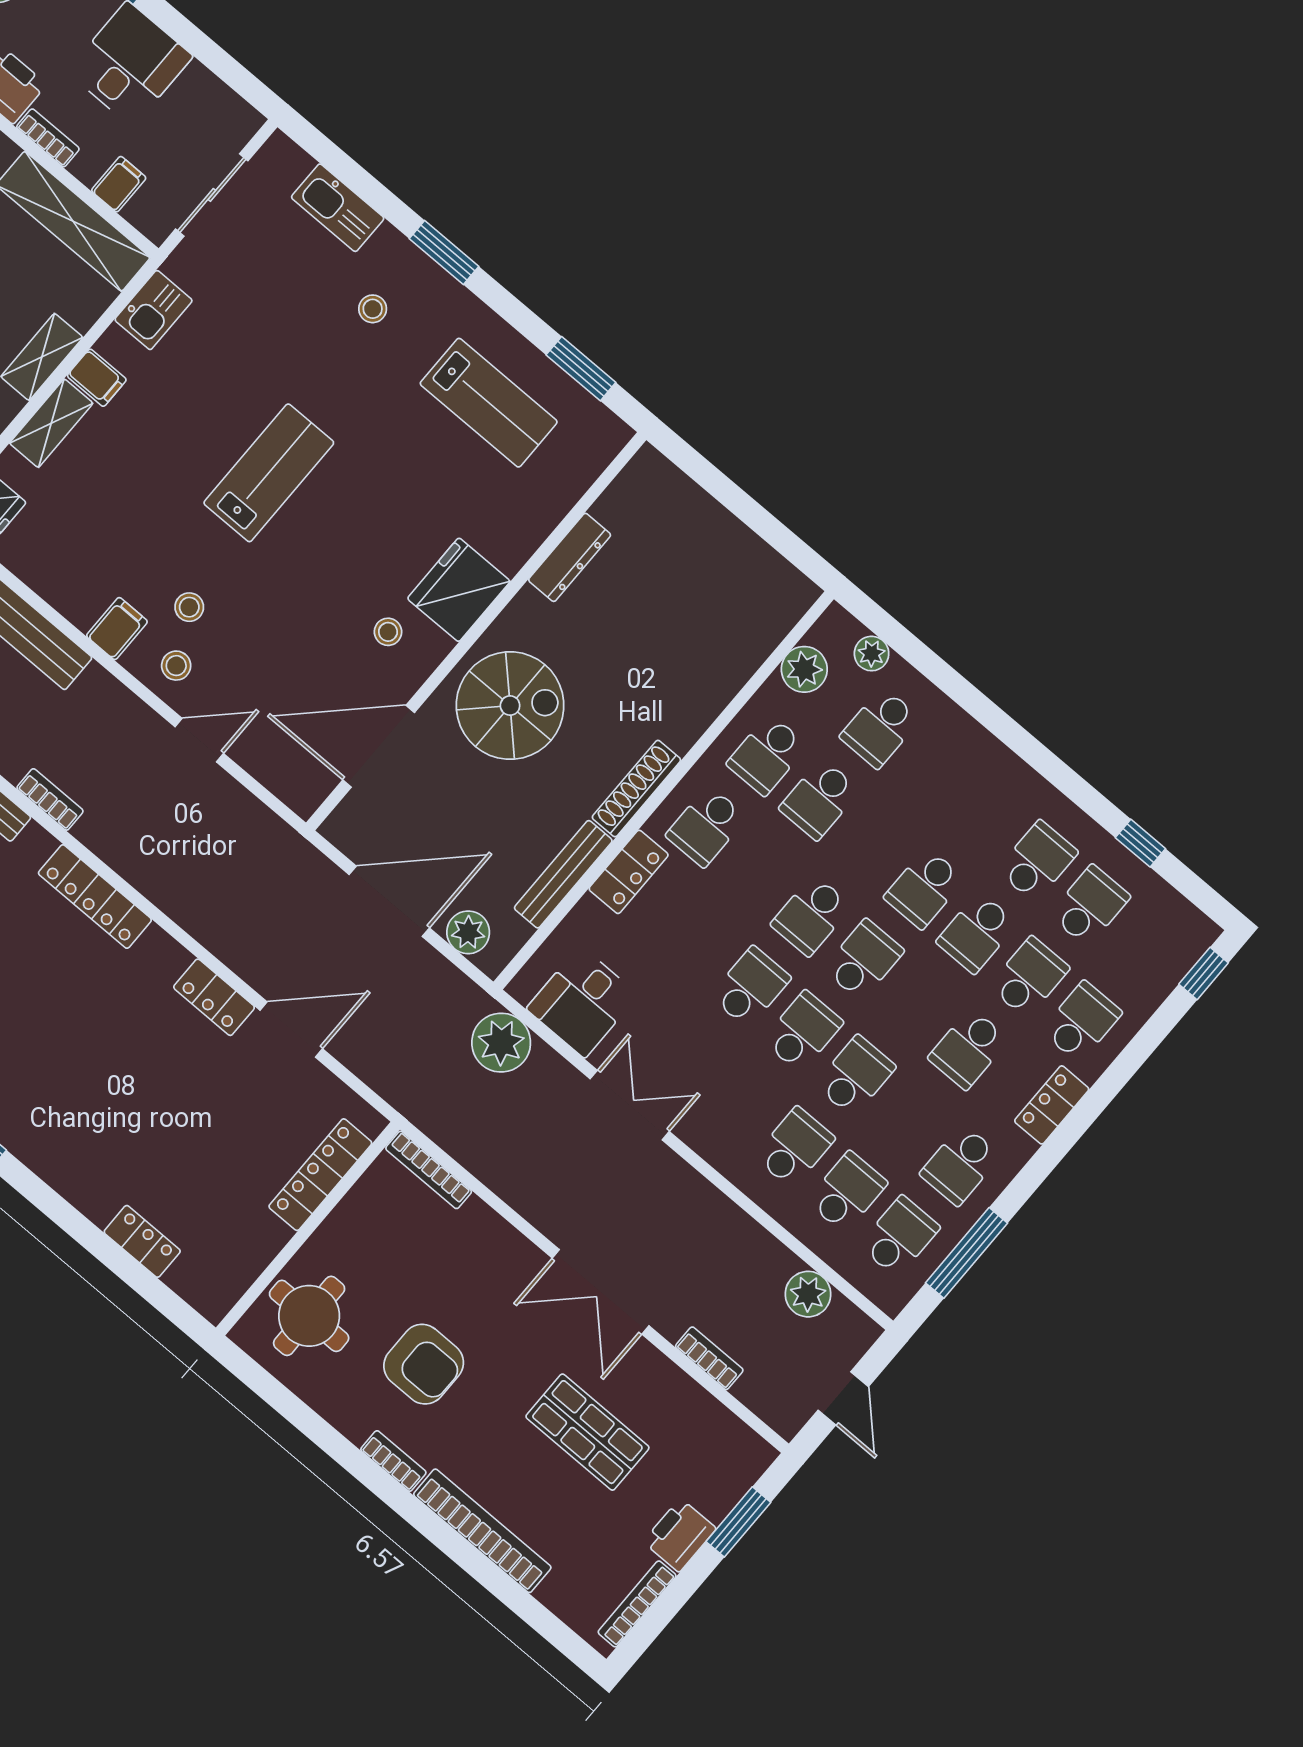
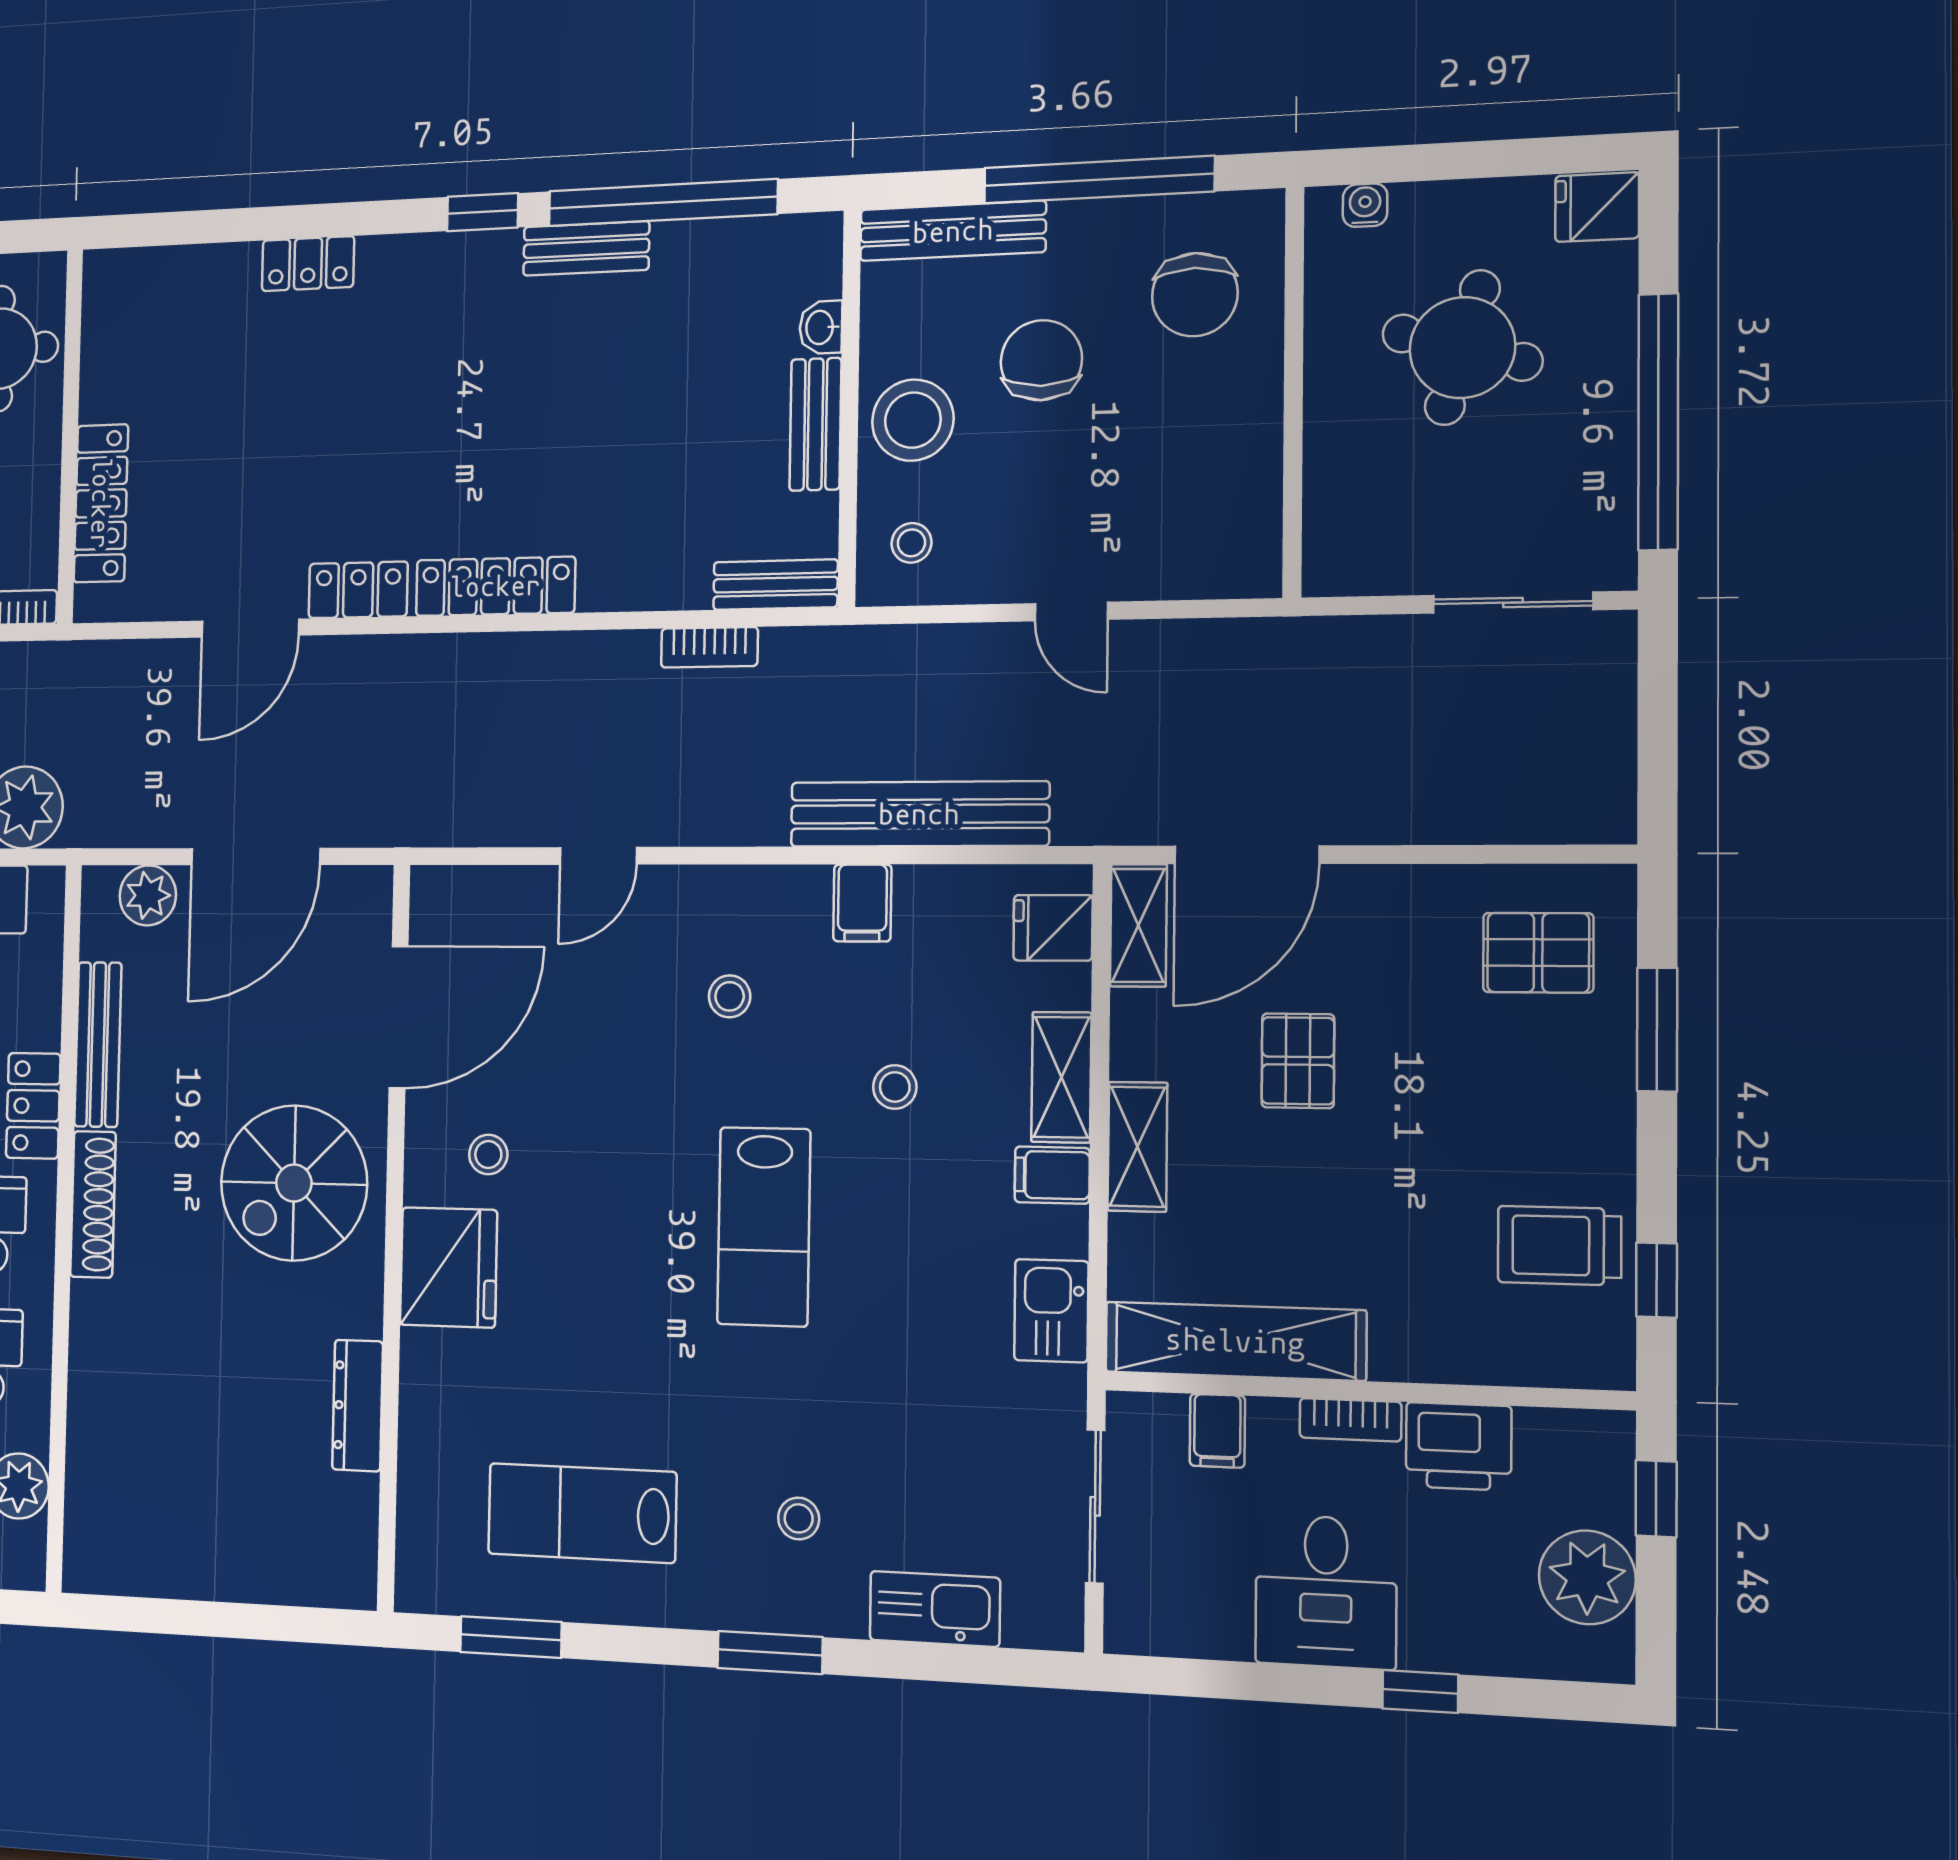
filing cabinet: (117, 629) -> (862, 903), moved
stool: (176, 666) -> (895, 1087), moved
locker: (95, 897) -> (495, 586), moved
locker: (142, 1241) -> (308, 264), moved

